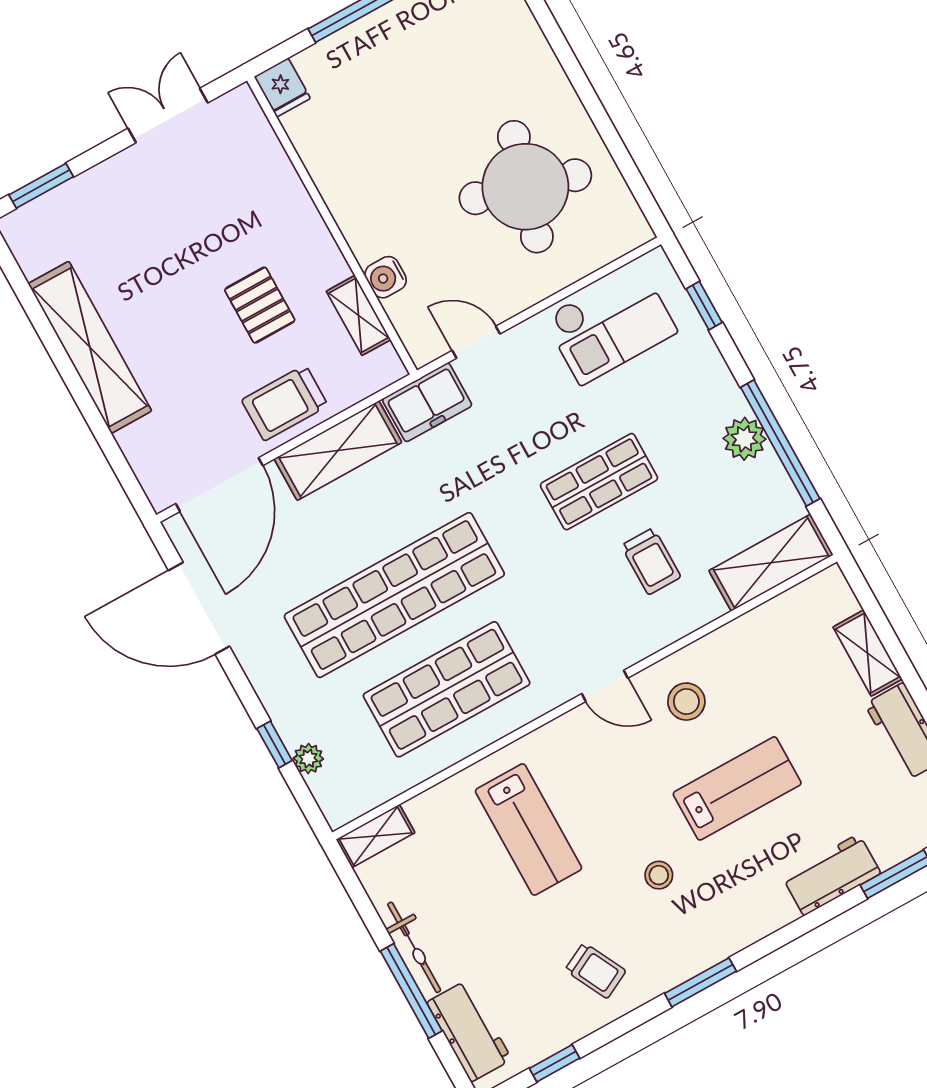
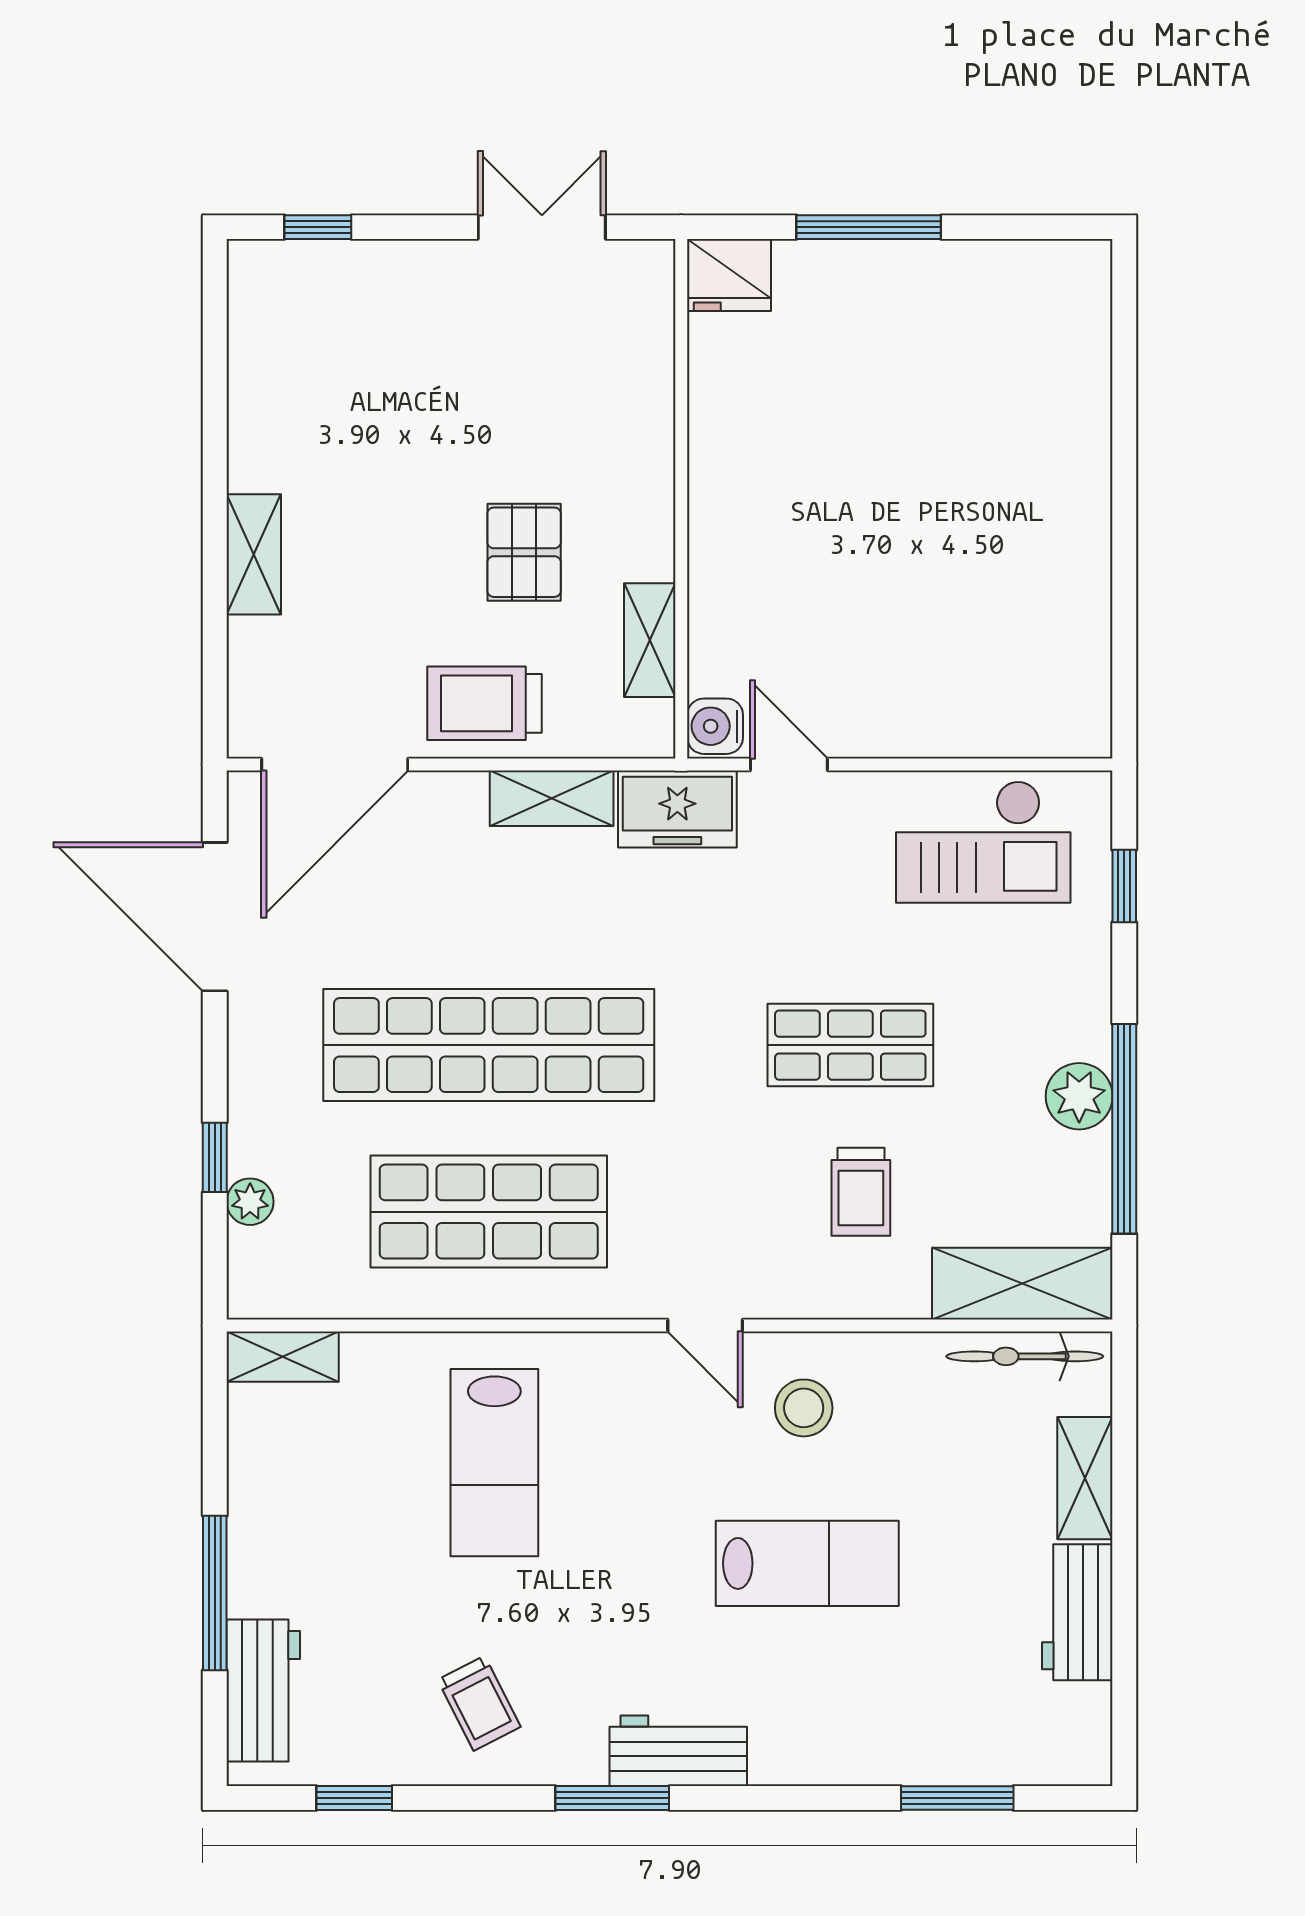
fridge: (282, 88) -> (729, 275), width x1.38
window: (41, 186) -> (318, 227), width x0.67
round table: (525, 187) -> (972, 591), removed
water cooler: (386, 277) -> (715, 726), moved
shelving: (90, 347) -> (254, 554), width x0.45, depth x0.75
shelving: (338, 451) -> (552, 798), width x0.67, depth x0.75
stool: (659, 875) -> (636, 1622), removed
workbench: (831, 875) -> (678, 1751), moved
bicycle: (414, 947) -> (1025, 1356), moved, turned 90

